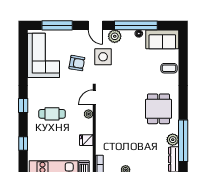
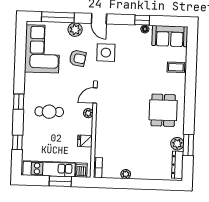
window: (136, 25) -> (142, 20), width x0.32
plant: (115, 36) -> (75, 30), moved
window: (183, 141) -> (188, 145), width x0.47

